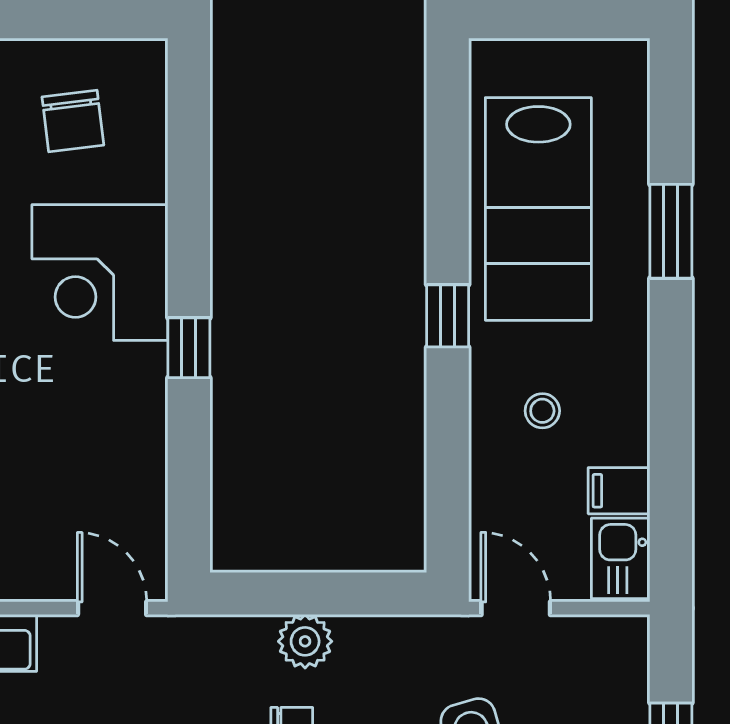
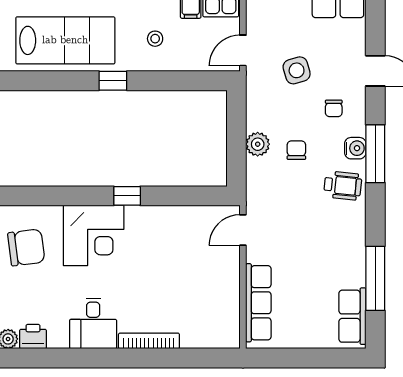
chair: (73, 121) -> (26, 247), width x1.37, depth x1.37

